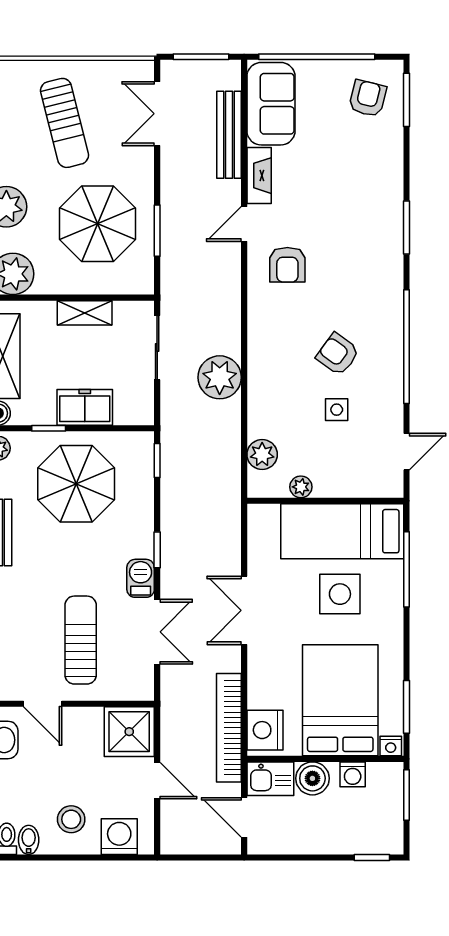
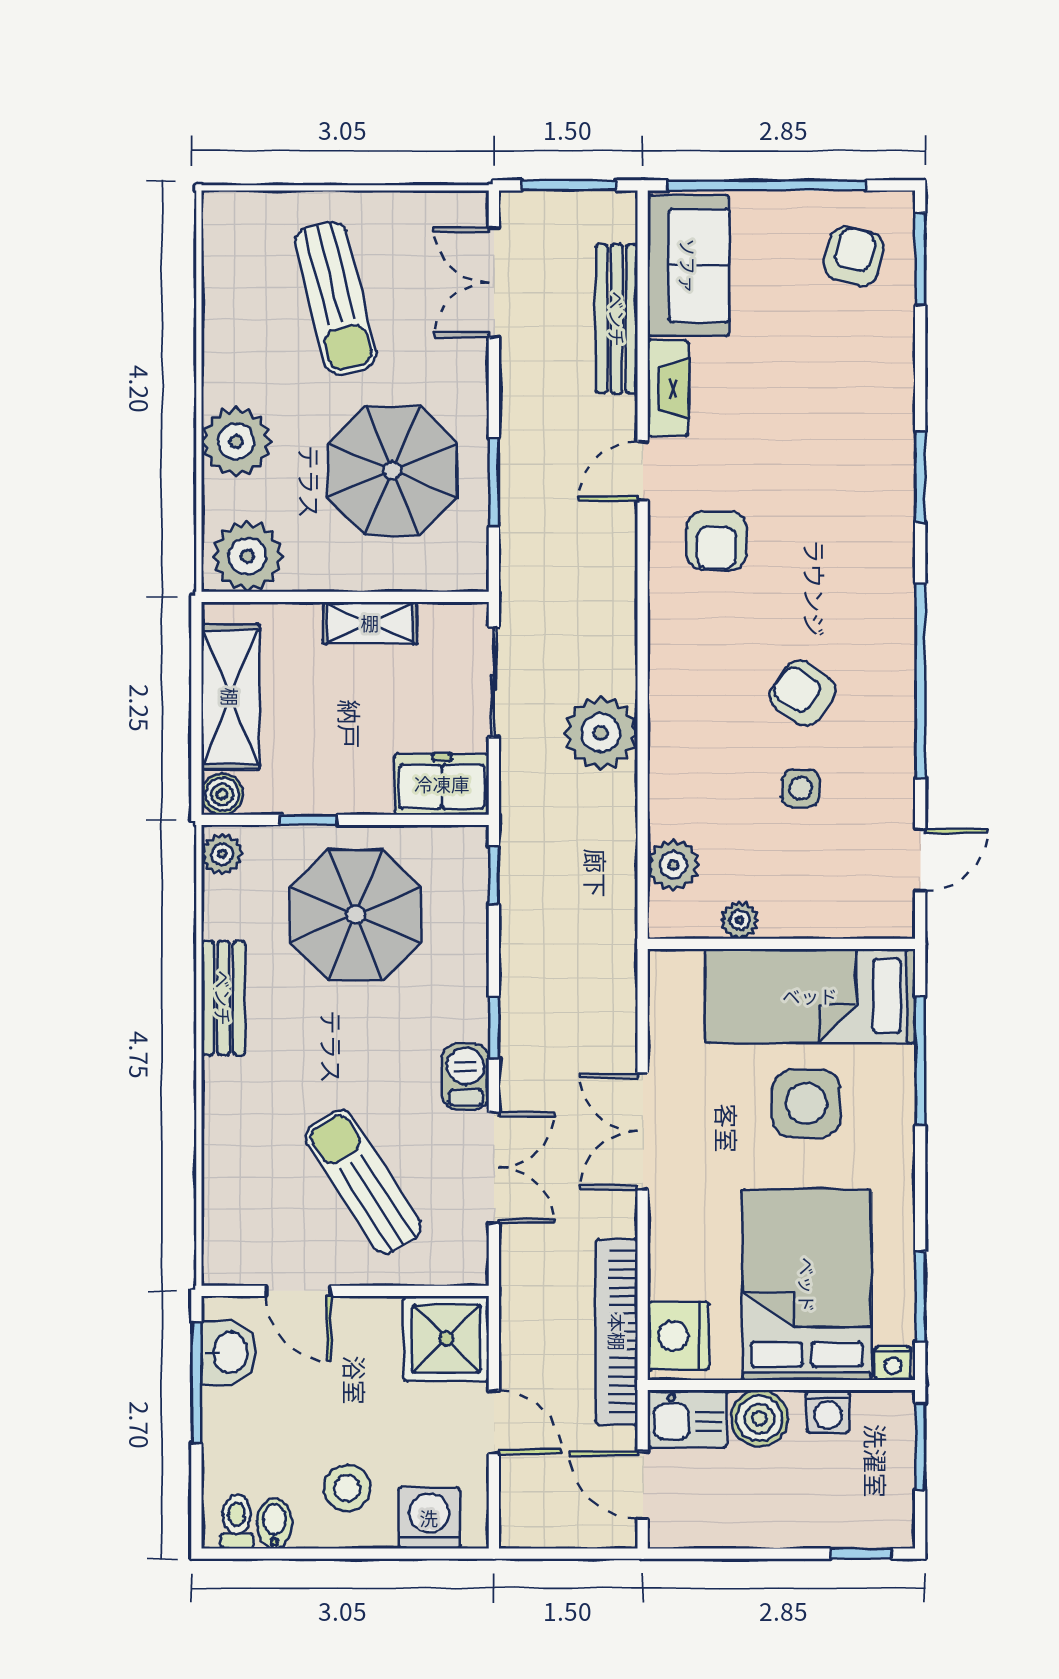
freezer: (85, 407) -> (442, 784), moved
sun lounger: (81, 640) -> (363, 1182), turned -33

